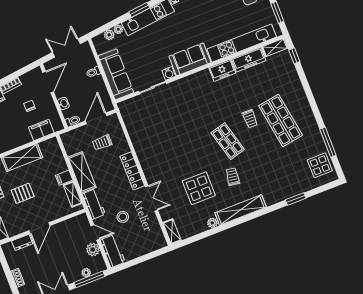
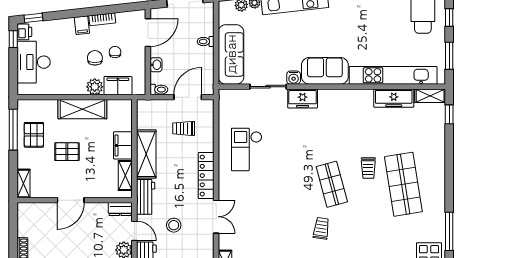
freezer: (222, 70) -> (303, 98), moved
chair: (16, 116) -> (95, 58), added
plant: (24, 137) -> (95, 87), added
checkout: (155, 140) -> (247, 149), added
filing cabinet: (64, 178) -> (123, 145), width x2.00
display table: (199, 188) -> (276, 226), removed
dresser: (22, 242) -> (120, 209), moved

